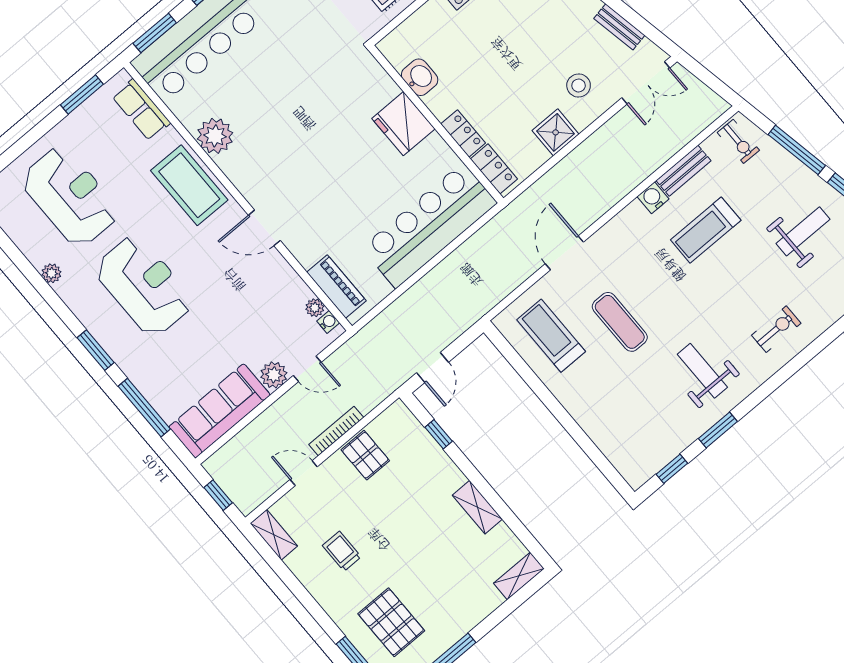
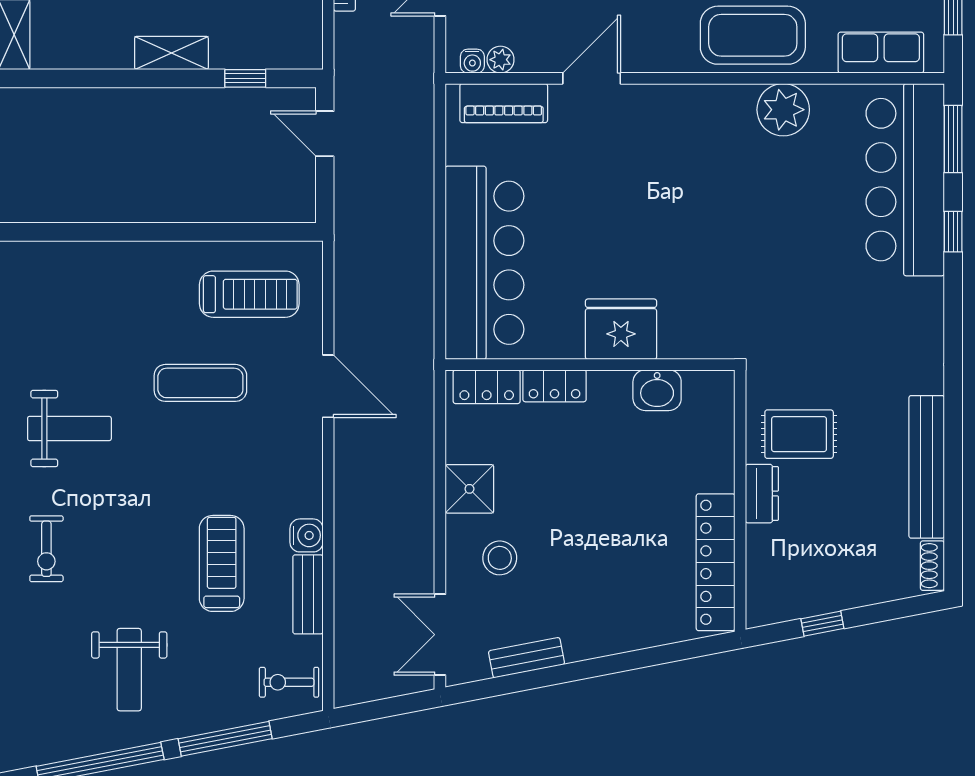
door: (264, 228) -> (592, 78), moved
shelving: (477, 507) -> (171, 53), moved

